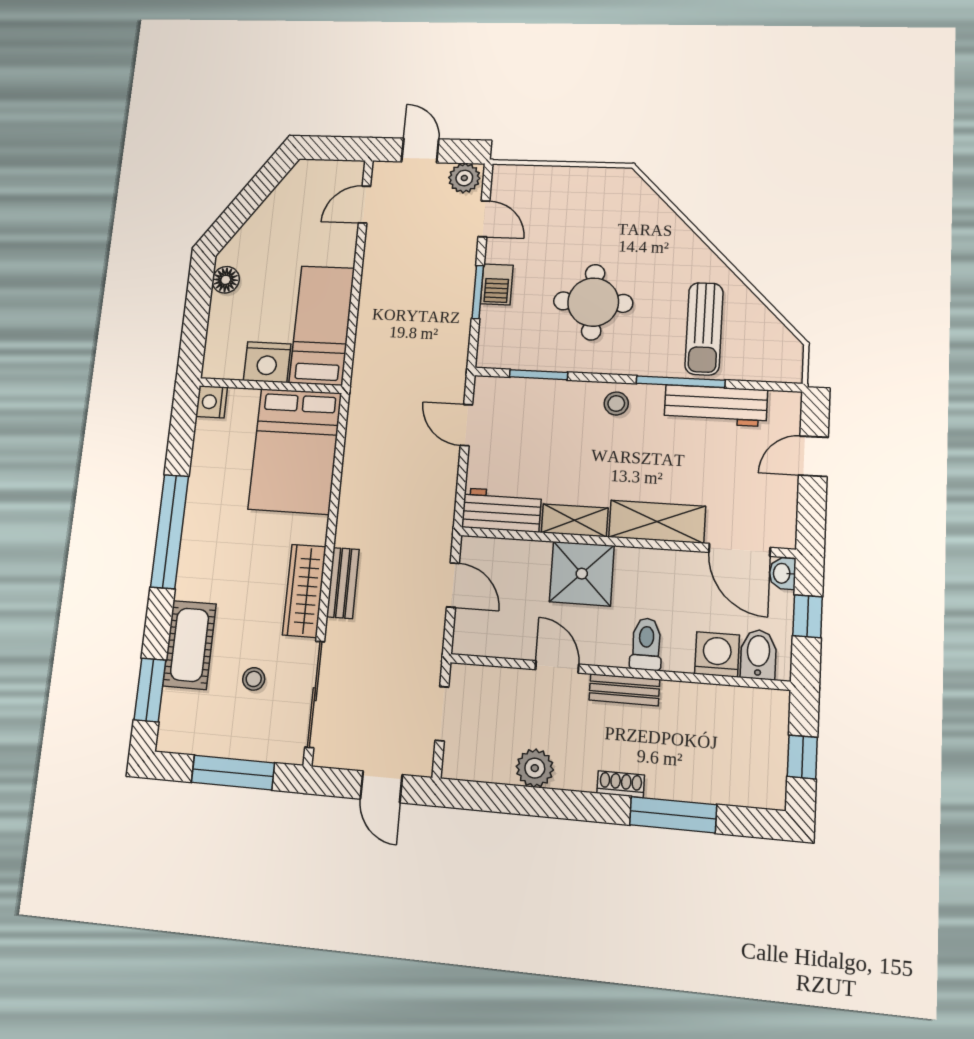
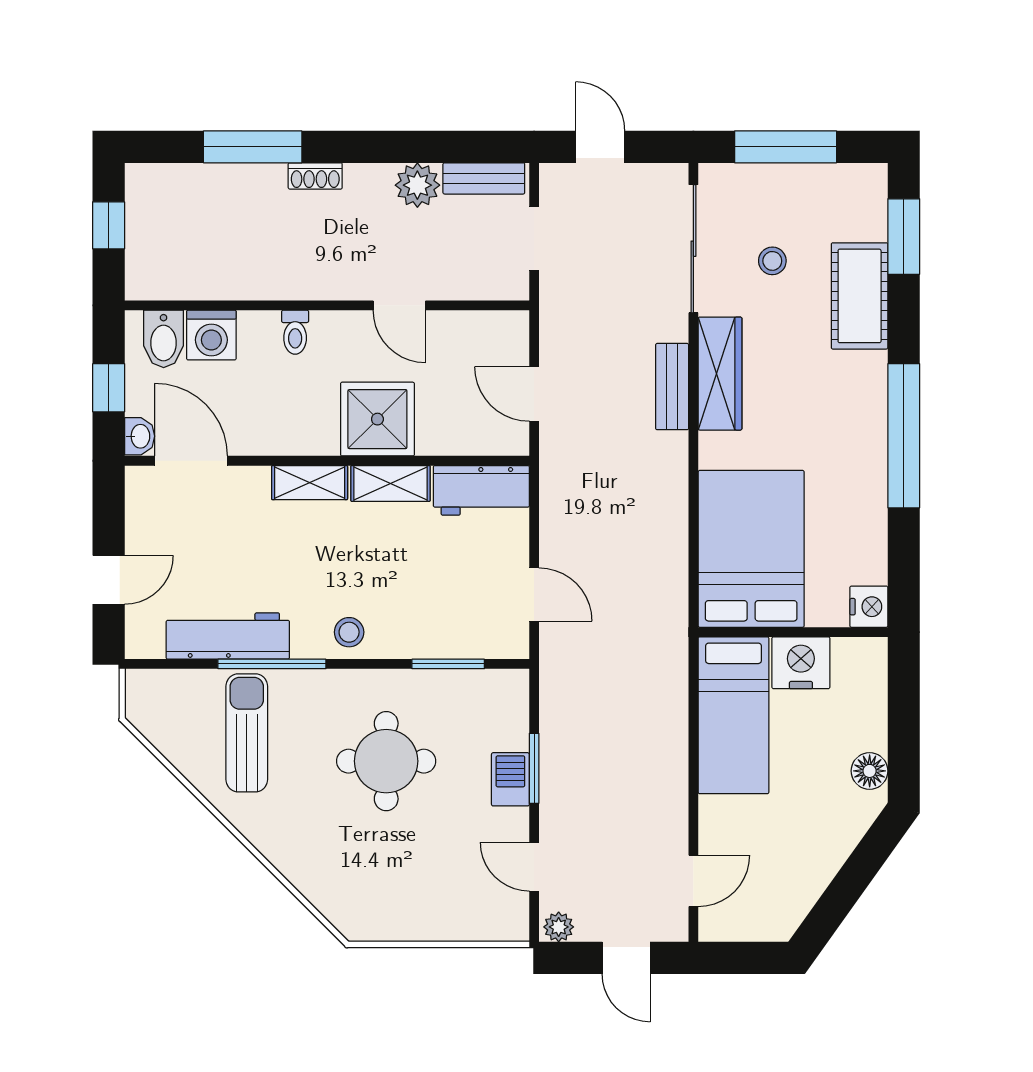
plant: (464, 178) -> (559, 927), width x0.73, depth x0.73
shelving: (657, 522) -> (310, 483), width x0.67, depth x0.75
toilet: (646, 644) -> (295, 332), width x0.73, depth x0.72
bench: (624, 690) -> (484, 178), moved

